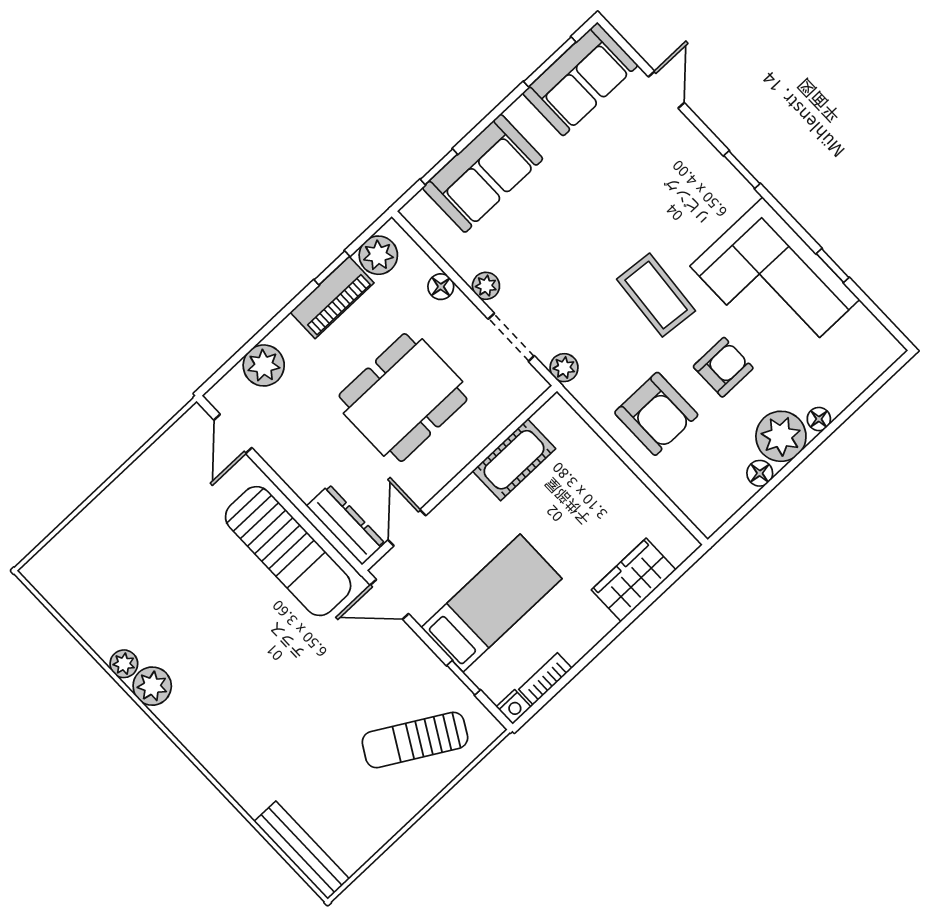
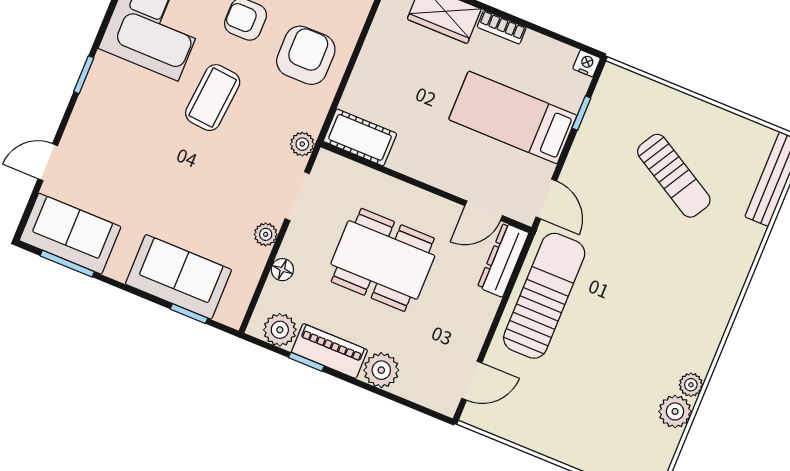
plant: (264, 365) -> (381, 370), moved
cot: (514, 460) -> (360, 137), moved
bookcase: (545, 679) -> (502, 27), moved
plant: (152, 686) -> (675, 411), moved
sun lounger: (415, 740) -> (674, 176), moved

